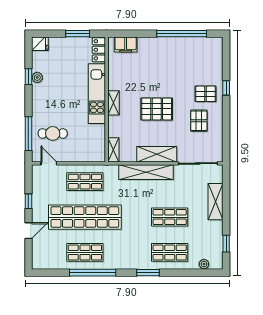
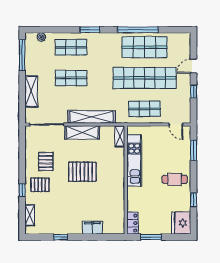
window: (182, 34) -> (61, 237), width x0.32
fridge: (40, 44) -> (181, 223), width x1.88, depth x1.34
filing cabinet: (126, 44) -> (93, 228), moved
plant: (37, 77) -> (186, 199), removed
kitchen unit: (97, 94) -> (134, 160), moved
shelving: (113, 103) -> (30, 215), moved
cafe table: (53, 133) -> (175, 179), moved
window: (28, 134) -> (194, 150), width x0.69
window: (226, 244) -> (22, 55), width x2.17
shop shelf: (85, 252) -> (145, 47), width x1.43, depth x1.36

